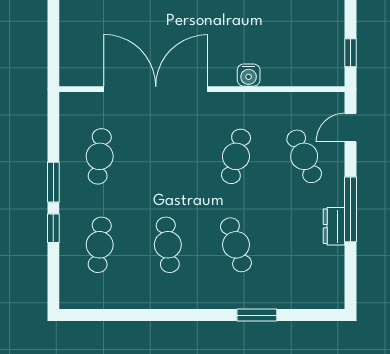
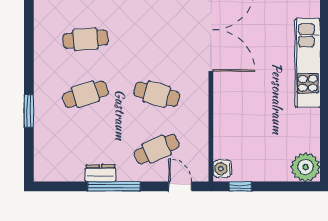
water cooler: (249, 75) -> (222, 169), moved

